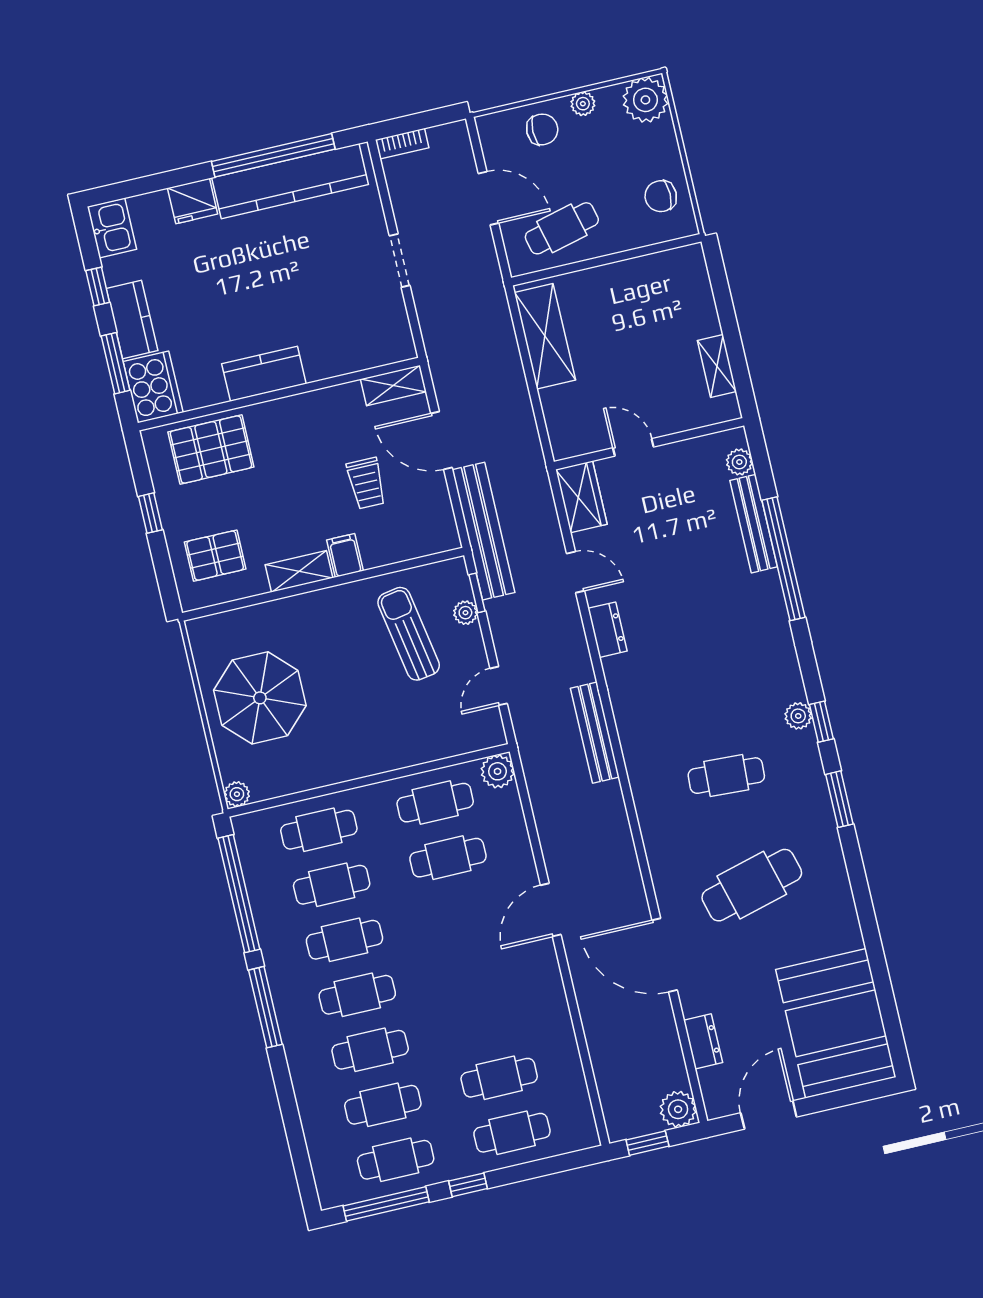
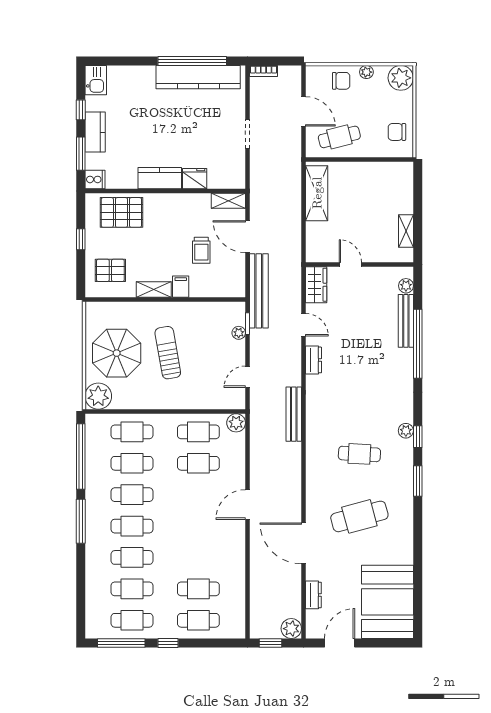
fridge: (193, 201) -> (195, 179), moved, turned 180
cooker: (153, 387) -> (95, 179), width x0.53, depth x0.76
sun lounger: (409, 634) -> (168, 353), moved
plant: (237, 794) -> (98, 396), width x1.88, depth x1.88

